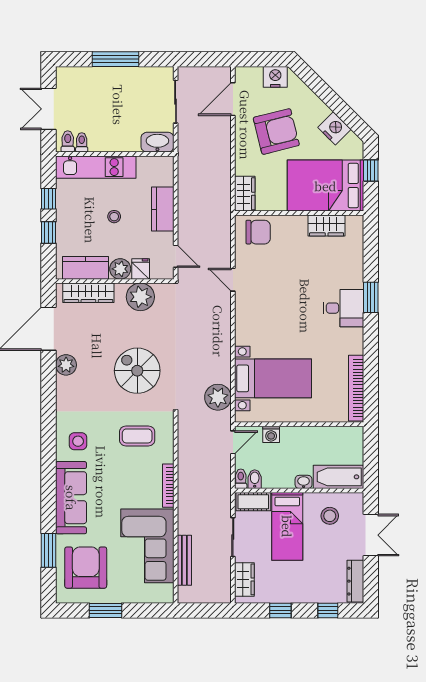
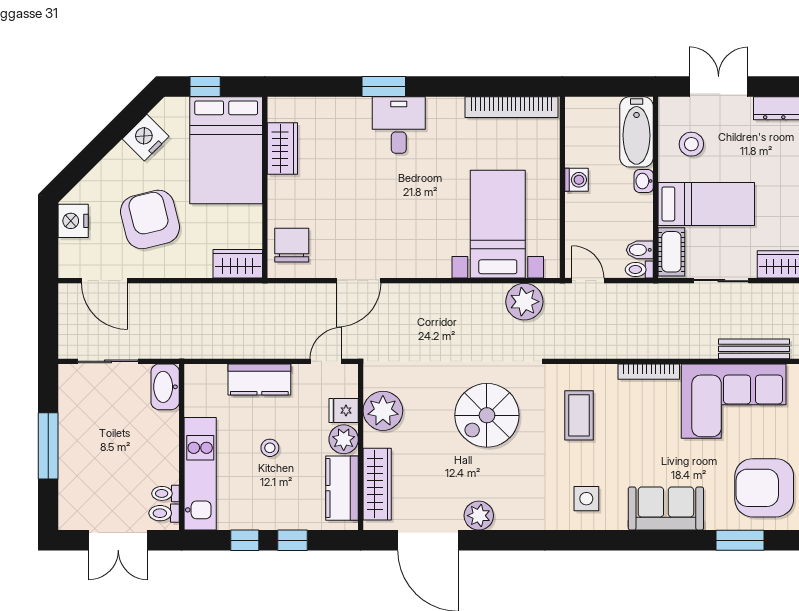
door: (233, 280) -> (359, 281), width x1.38
washing machine: (271, 434) -> (577, 180), moved
sofa: (71, 498) -> (666, 508), width x0.73

